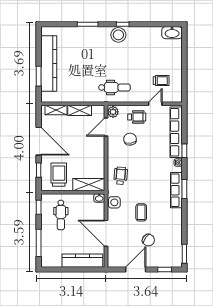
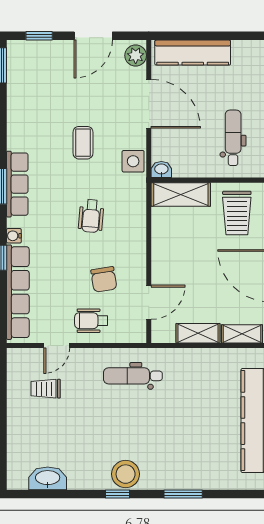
washbasin: (172, 33) -> (48, 478), moved
plant: (113, 112) -> (136, 55), moved
wheelchair: (121, 176) -> (91, 216), moved
chair: (148, 240) -> (70, 91), removed

